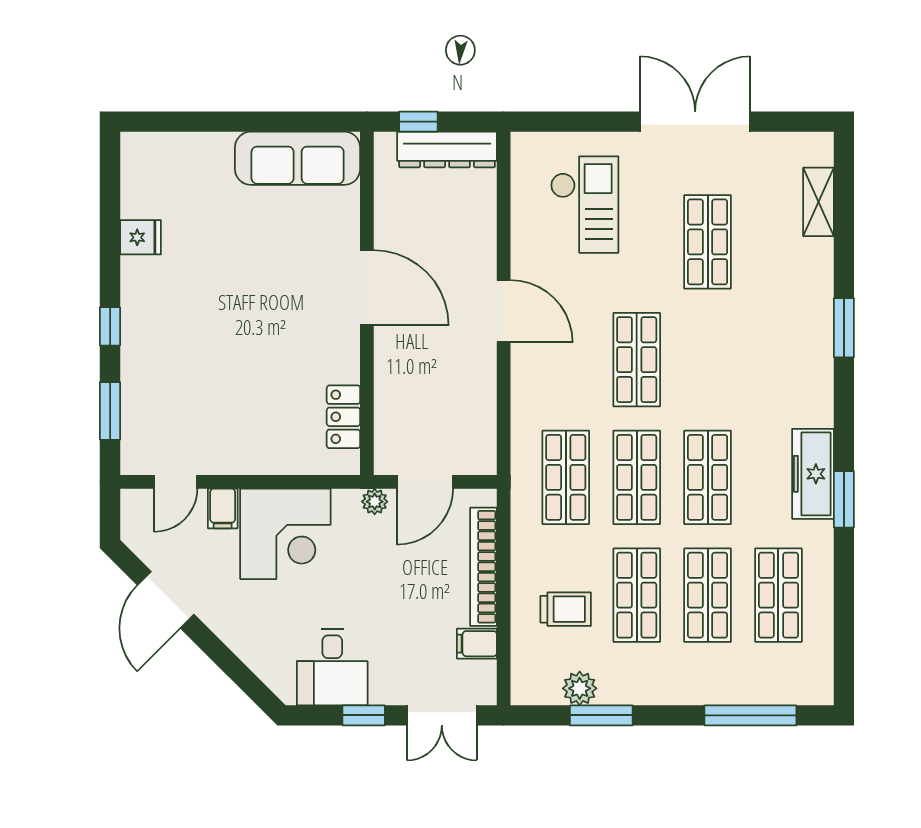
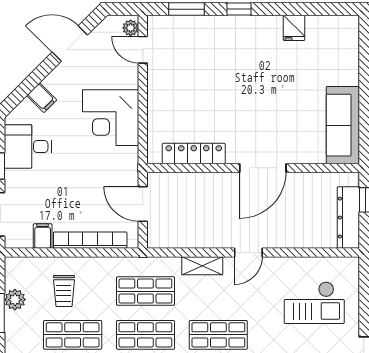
door: (504, 311) -> (248, 253), width x0.73
shelving: (525, 386) -> (202, 266), added
locker: (343, 417) -> (194, 153), width x1.53
plant: (375, 502) -> (131, 28), moved
filing cabinet: (223, 508) -> (42, 98), moved, turned -135

